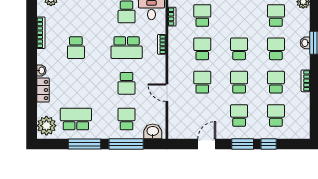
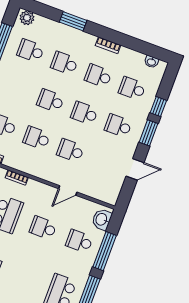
washbasin: (305, 43) -> (151, 62), moved
school desk: (127, 83) -> (43, 228), turned 180
door: (207, 144) -> (135, 169), swing flipped

